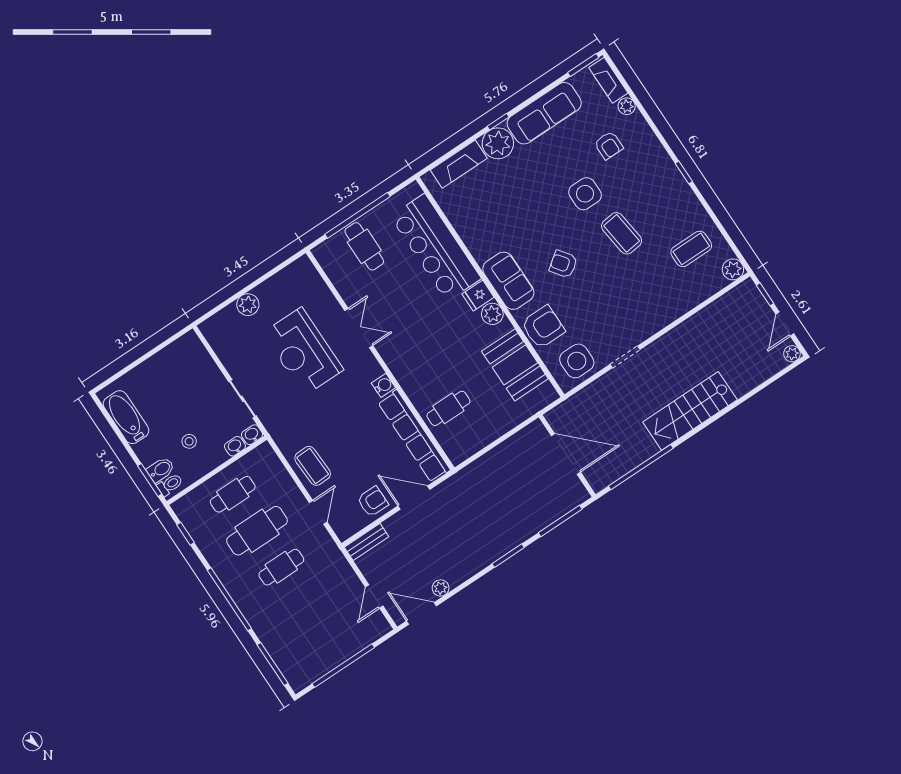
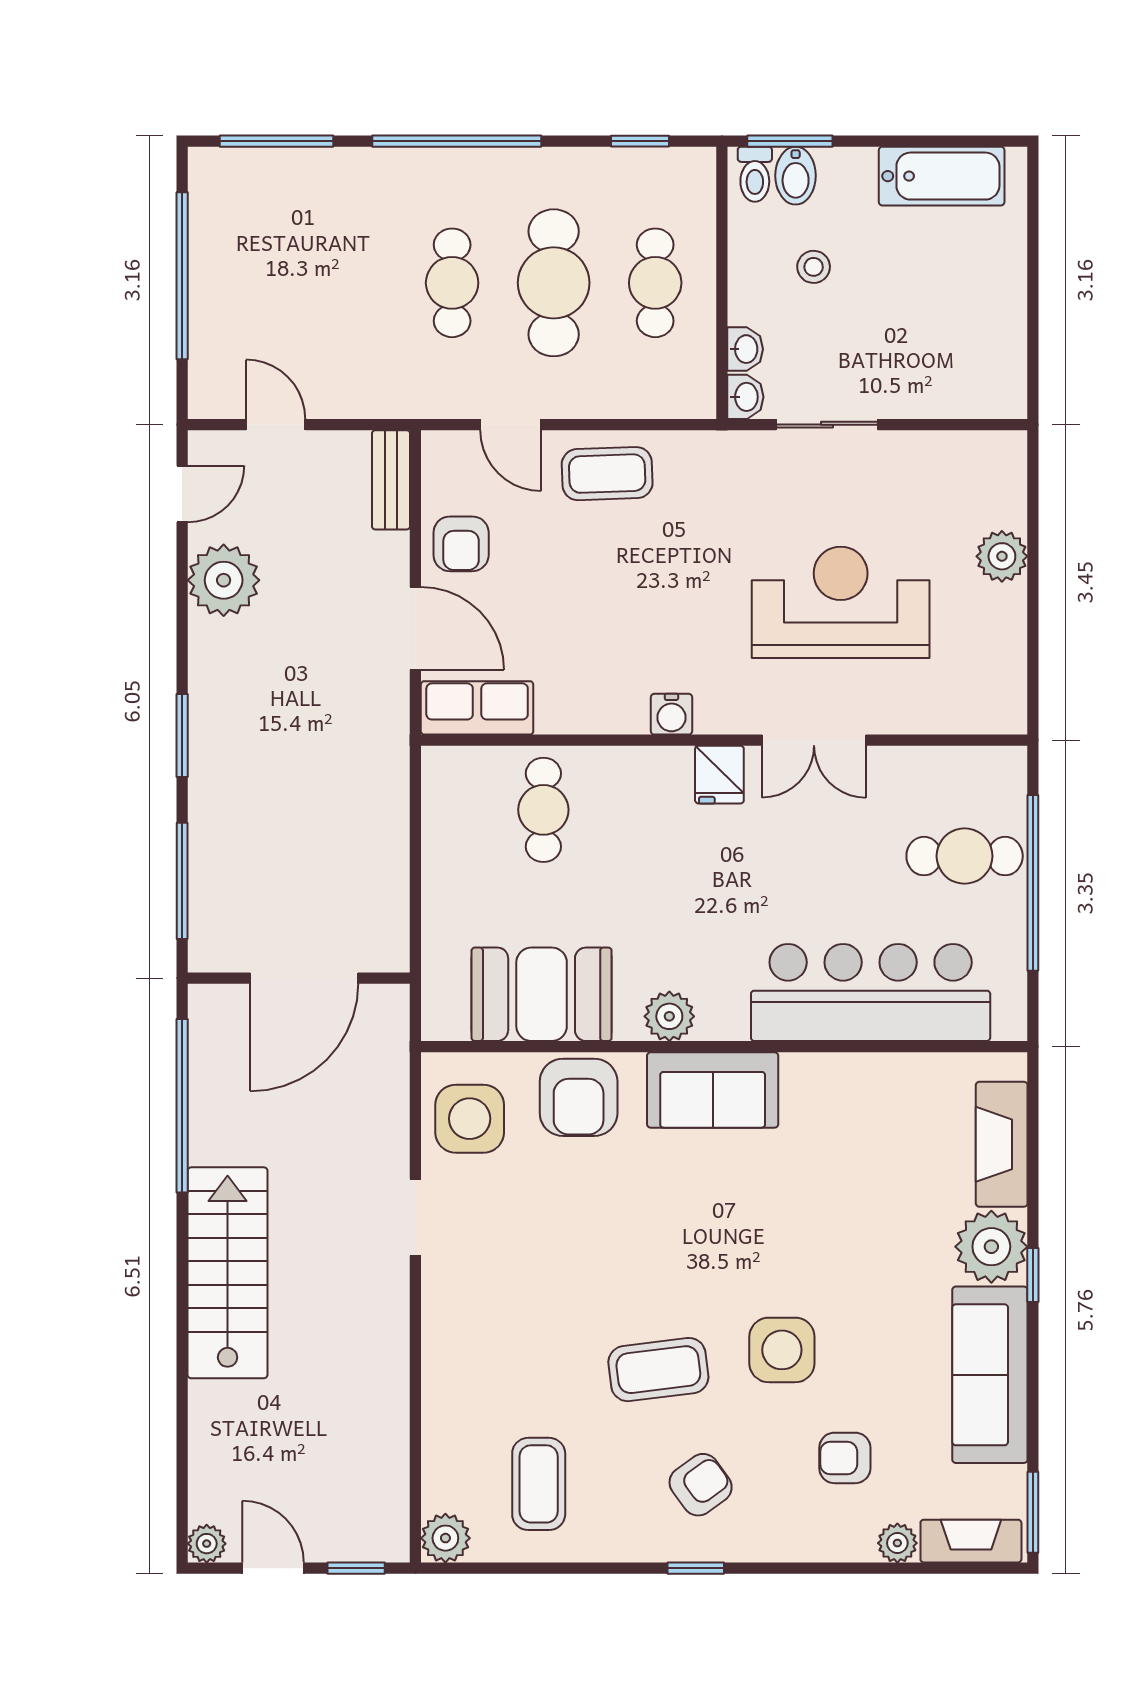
armchair: (563, 264) -> (701, 1485), moved
fridge: (478, 296) -> (719, 775), moved, turned 180
row of seats: (414, 436) -> (477, 708), width x0.50
door: (414, 498) -> (415, 628), hinge flipped
plant: (441, 588) -> (224, 580), width x1.88, depth x1.88
door: (421, 613) -> (182, 494), width x0.73

